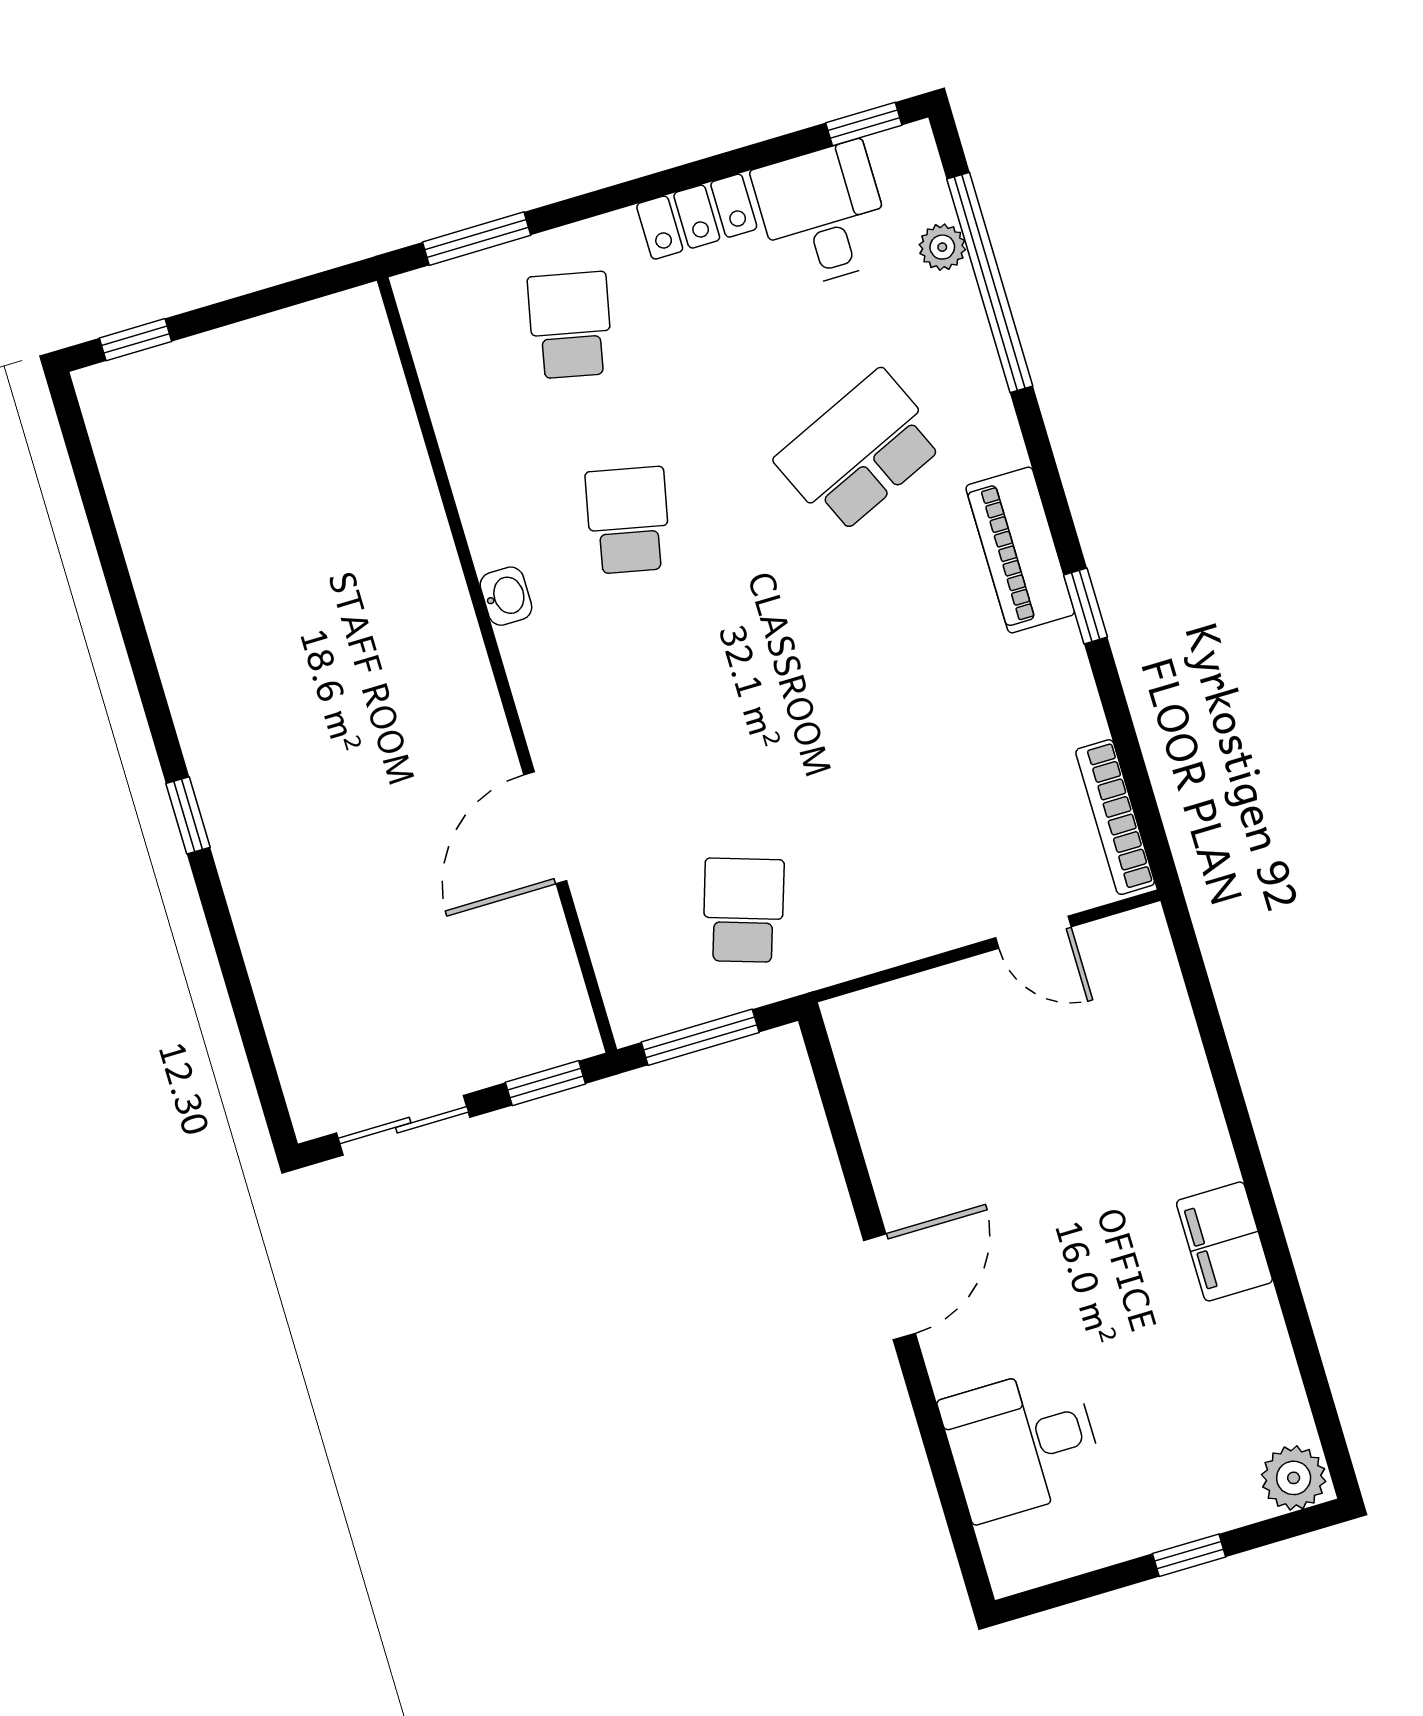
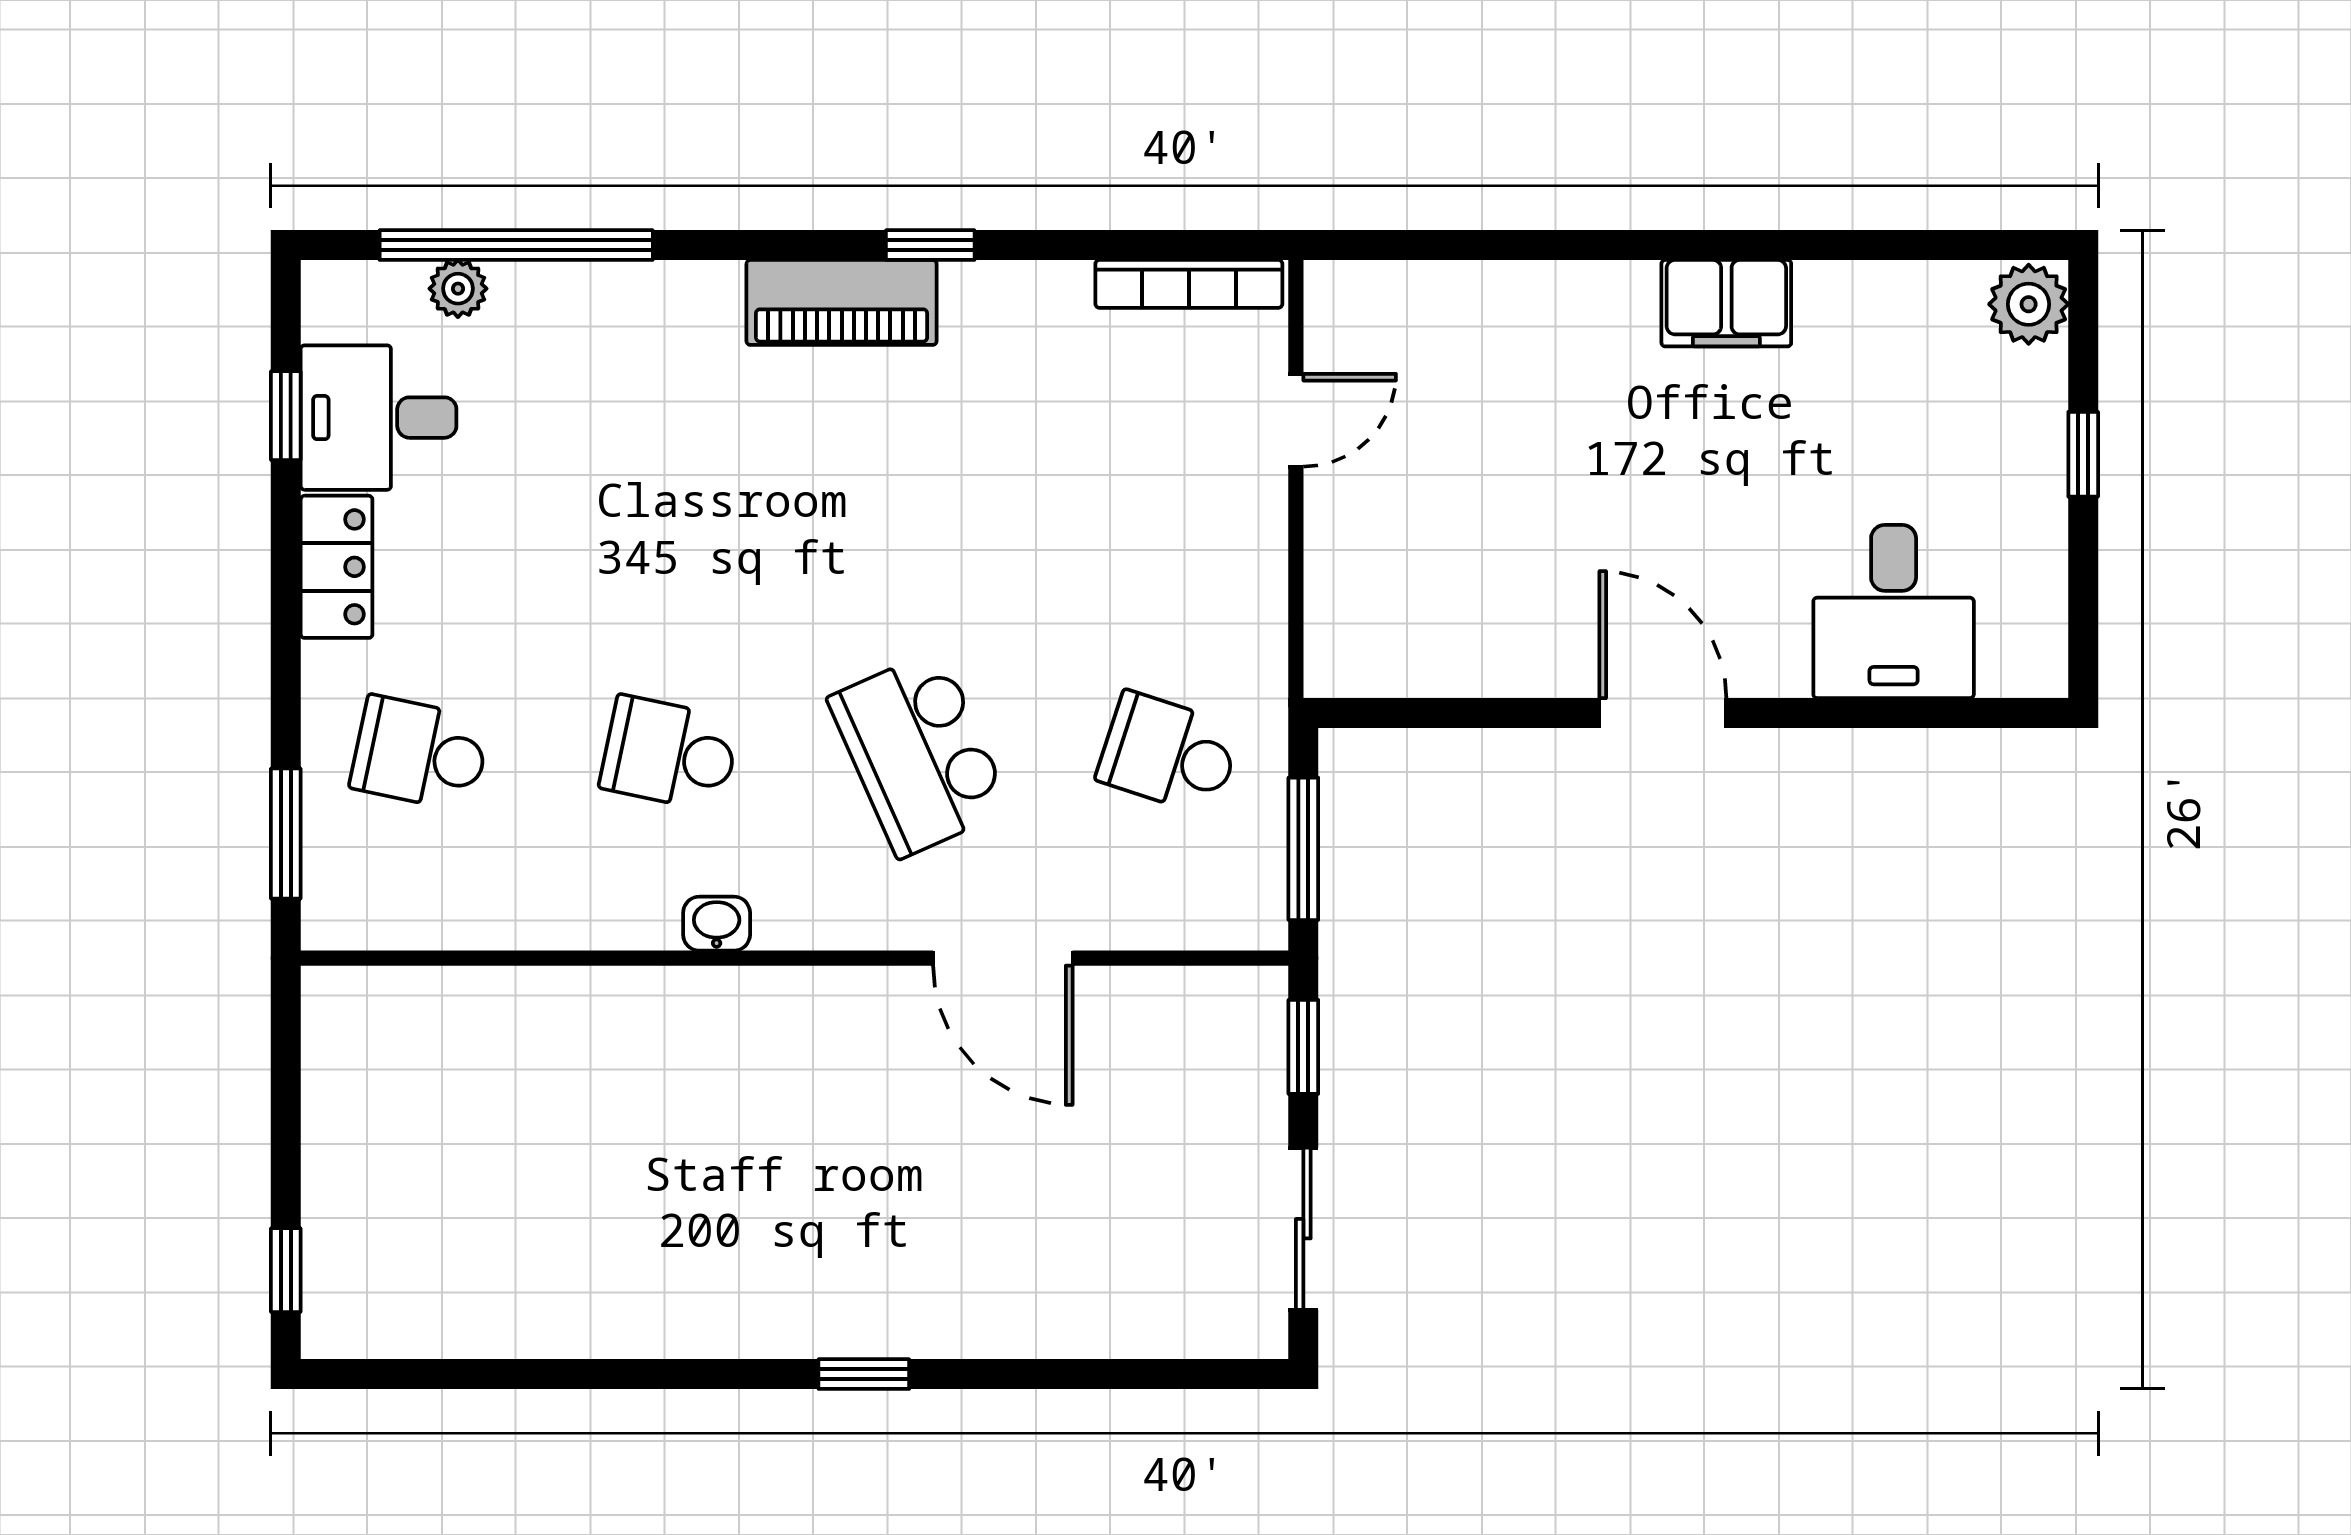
window: (864, 124) -> (286, 416), moved
school desk: (860, 452) -> (919, 754), moved

